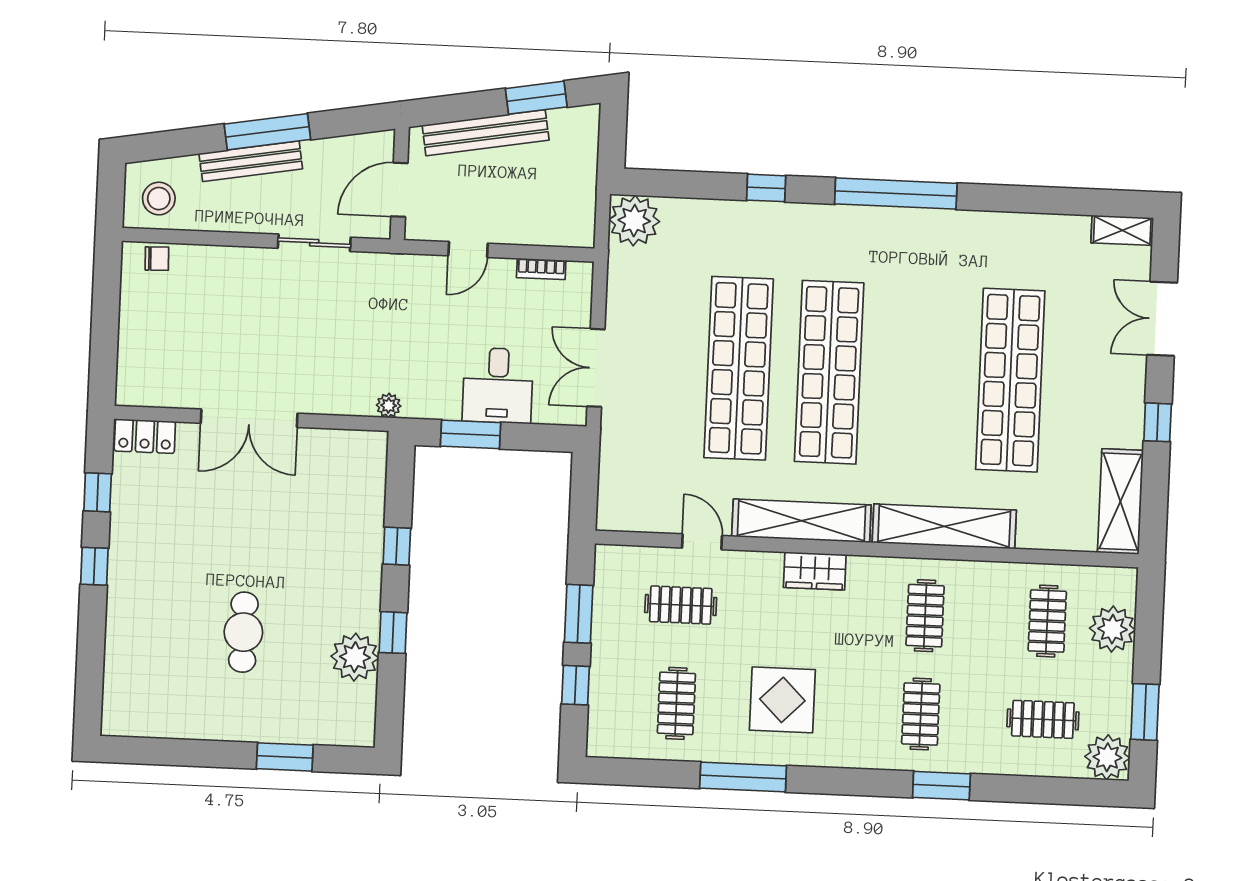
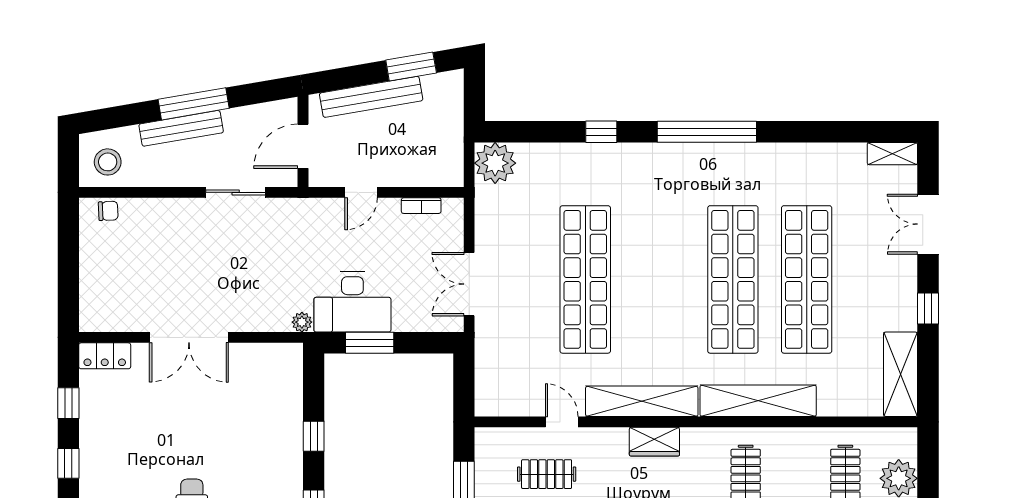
shop shelf: (829, 372) -> (733, 279), moved
desk: (498, 385) -> (352, 302), moved, width x1.37

